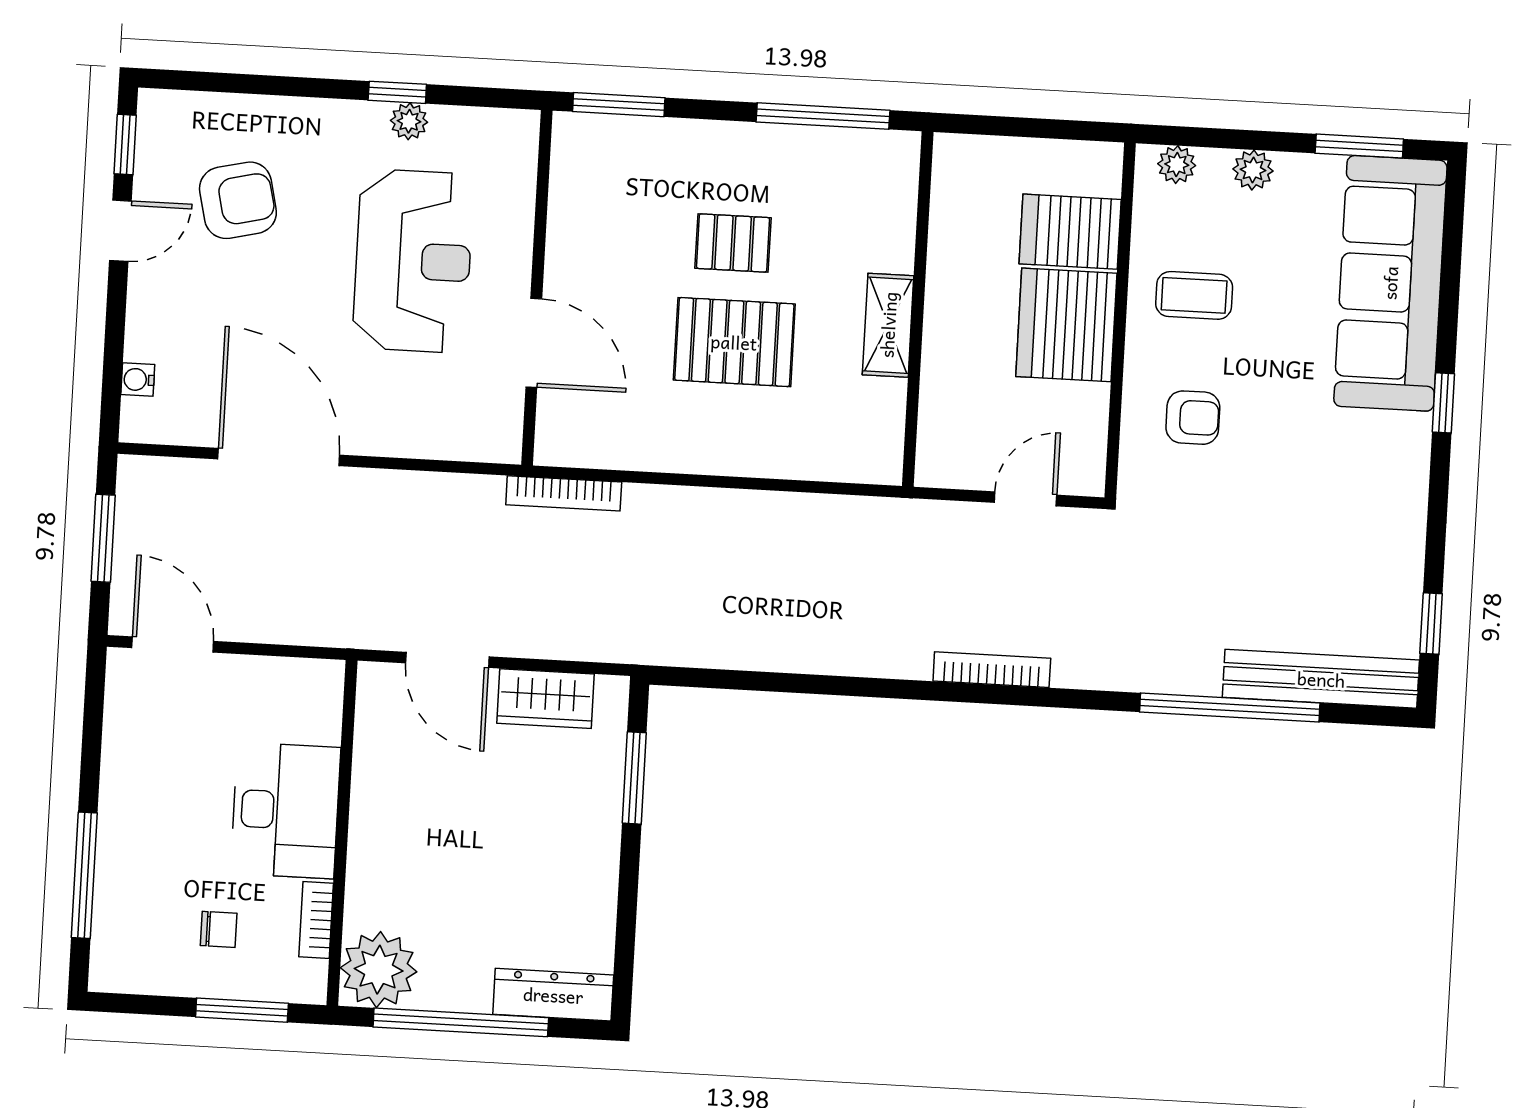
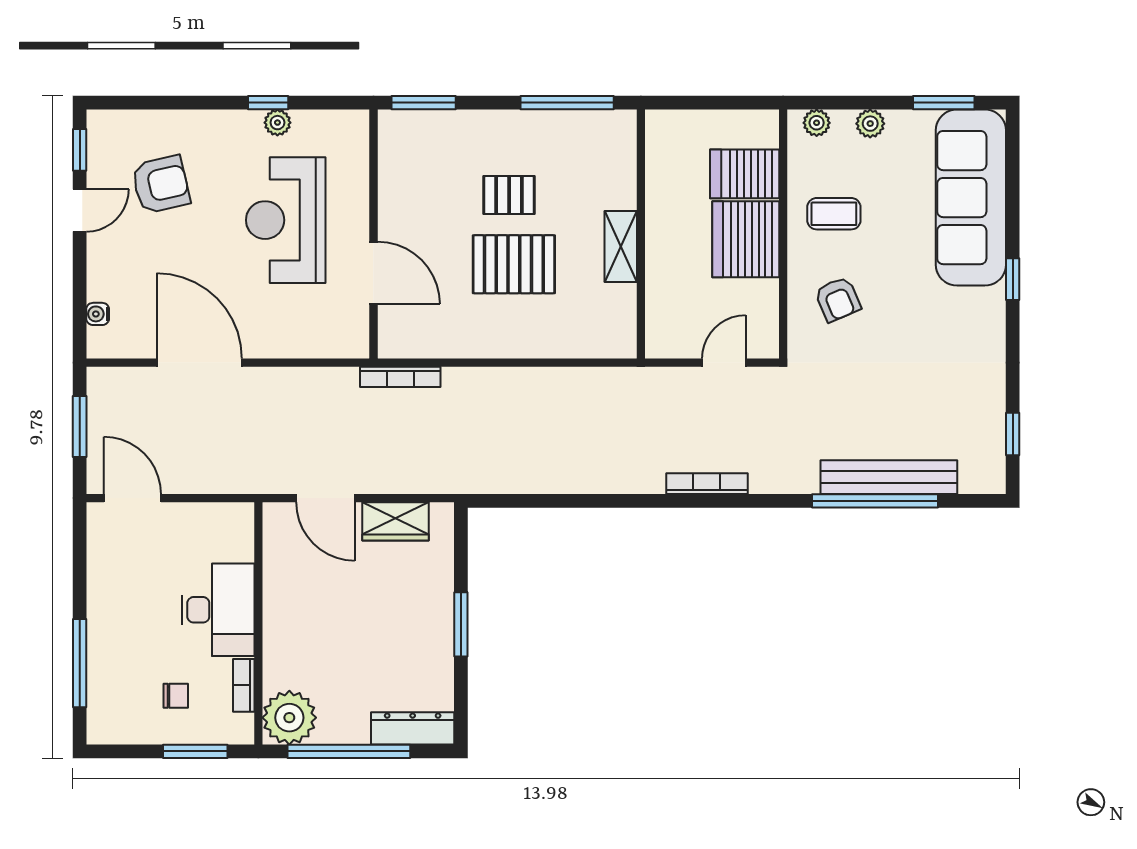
reception desk: (413, 261) -> (286, 220), turned 180
armchair: (1193, 418) -> (838, 299), turned 67
bench: (1321, 679) -> (889, 477), moved
window: (634, 778) -> (461, 624), moved

